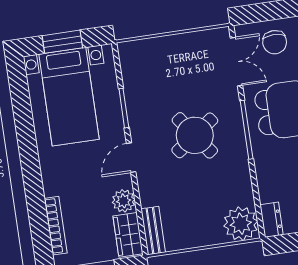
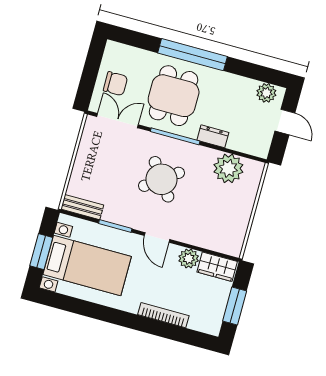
dresser: (271, 220) -> (213, 136), moved
plant: (241, 224) -> (228, 168), moved
bookcase: (56, 226) -> (163, 315), moved
bench: (153, 230) -> (82, 207), moved

